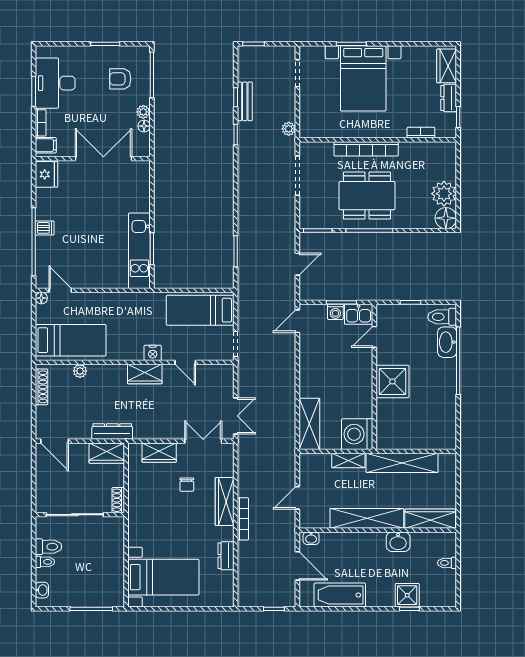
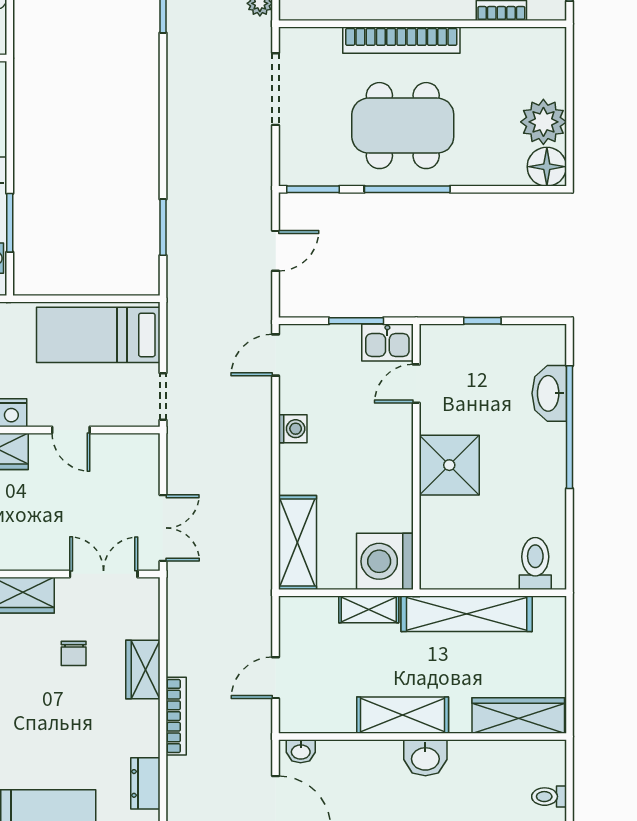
washing machine: (335, 312) -> (293, 429), moved, turned -90
toilet: (442, 317) -> (535, 564), moved, turned 90
wardrobe: (225, 501) -> (143, 670), width x0.67
shelving: (367, 518) -> (403, 715), width x0.68
washbasin: (398, 542) -> (425, 758), moved

